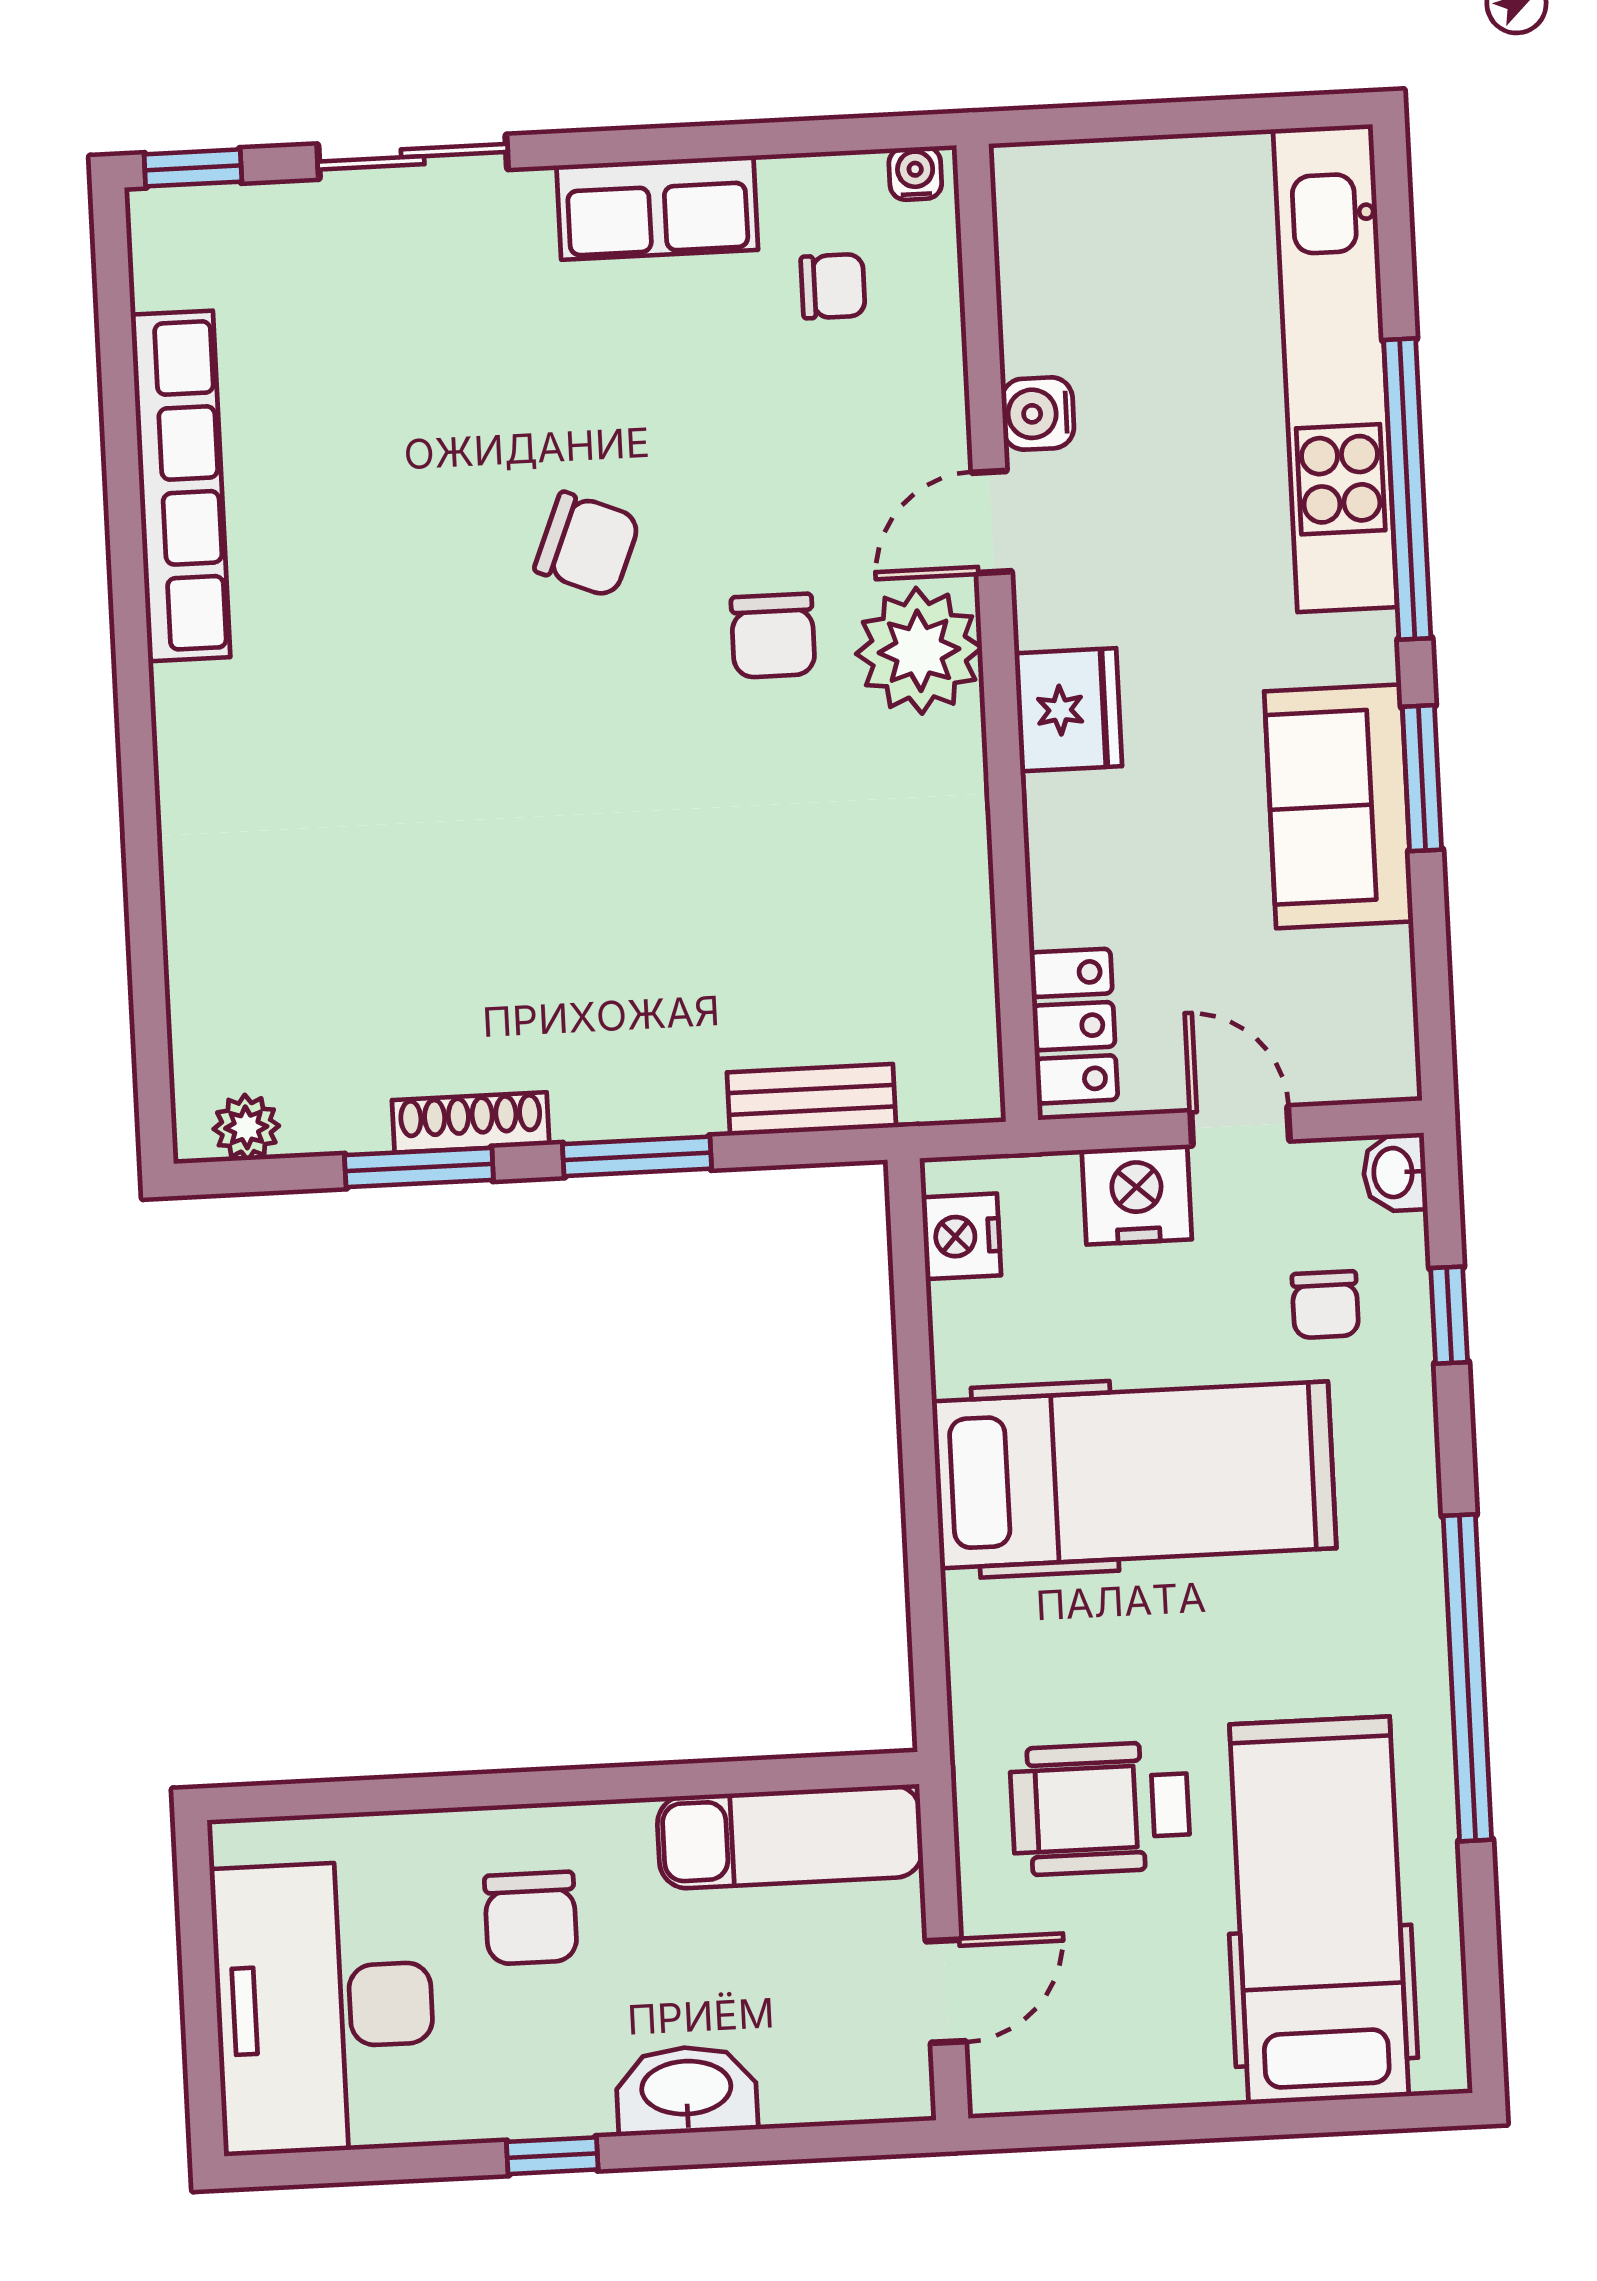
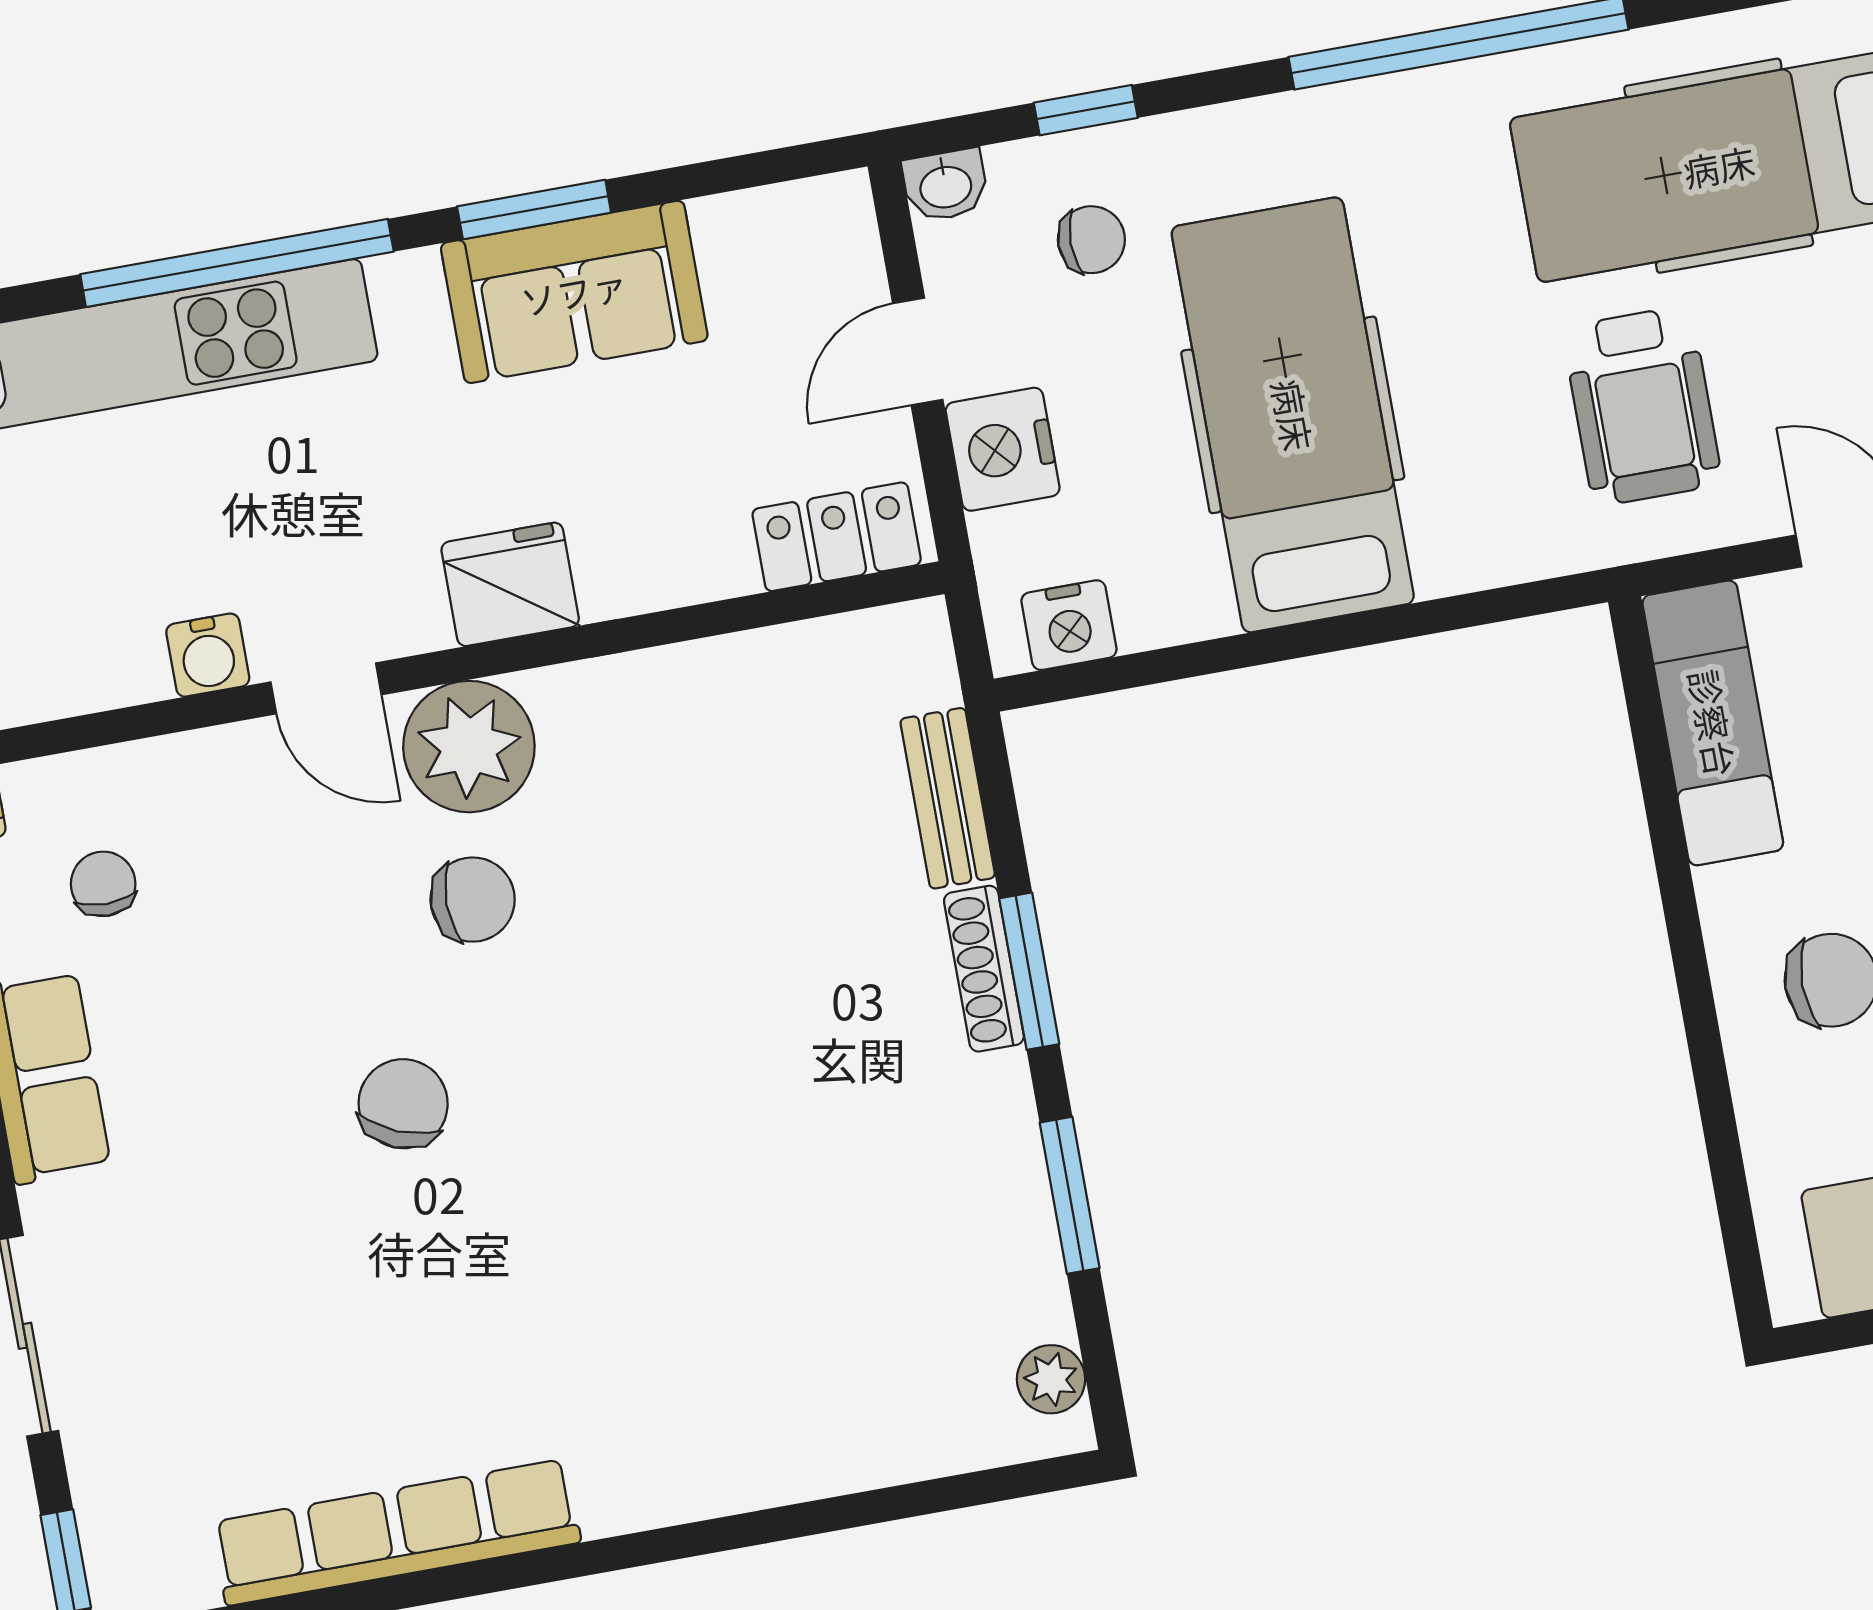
shoe rack: (471, 1122) -> (984, 969), moved

